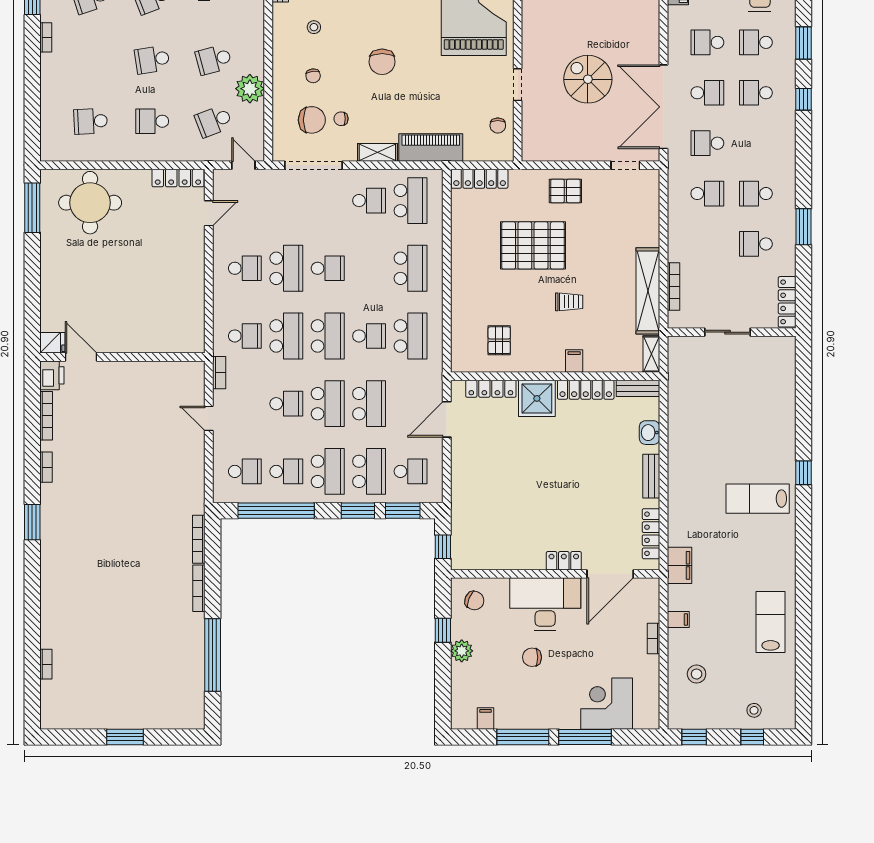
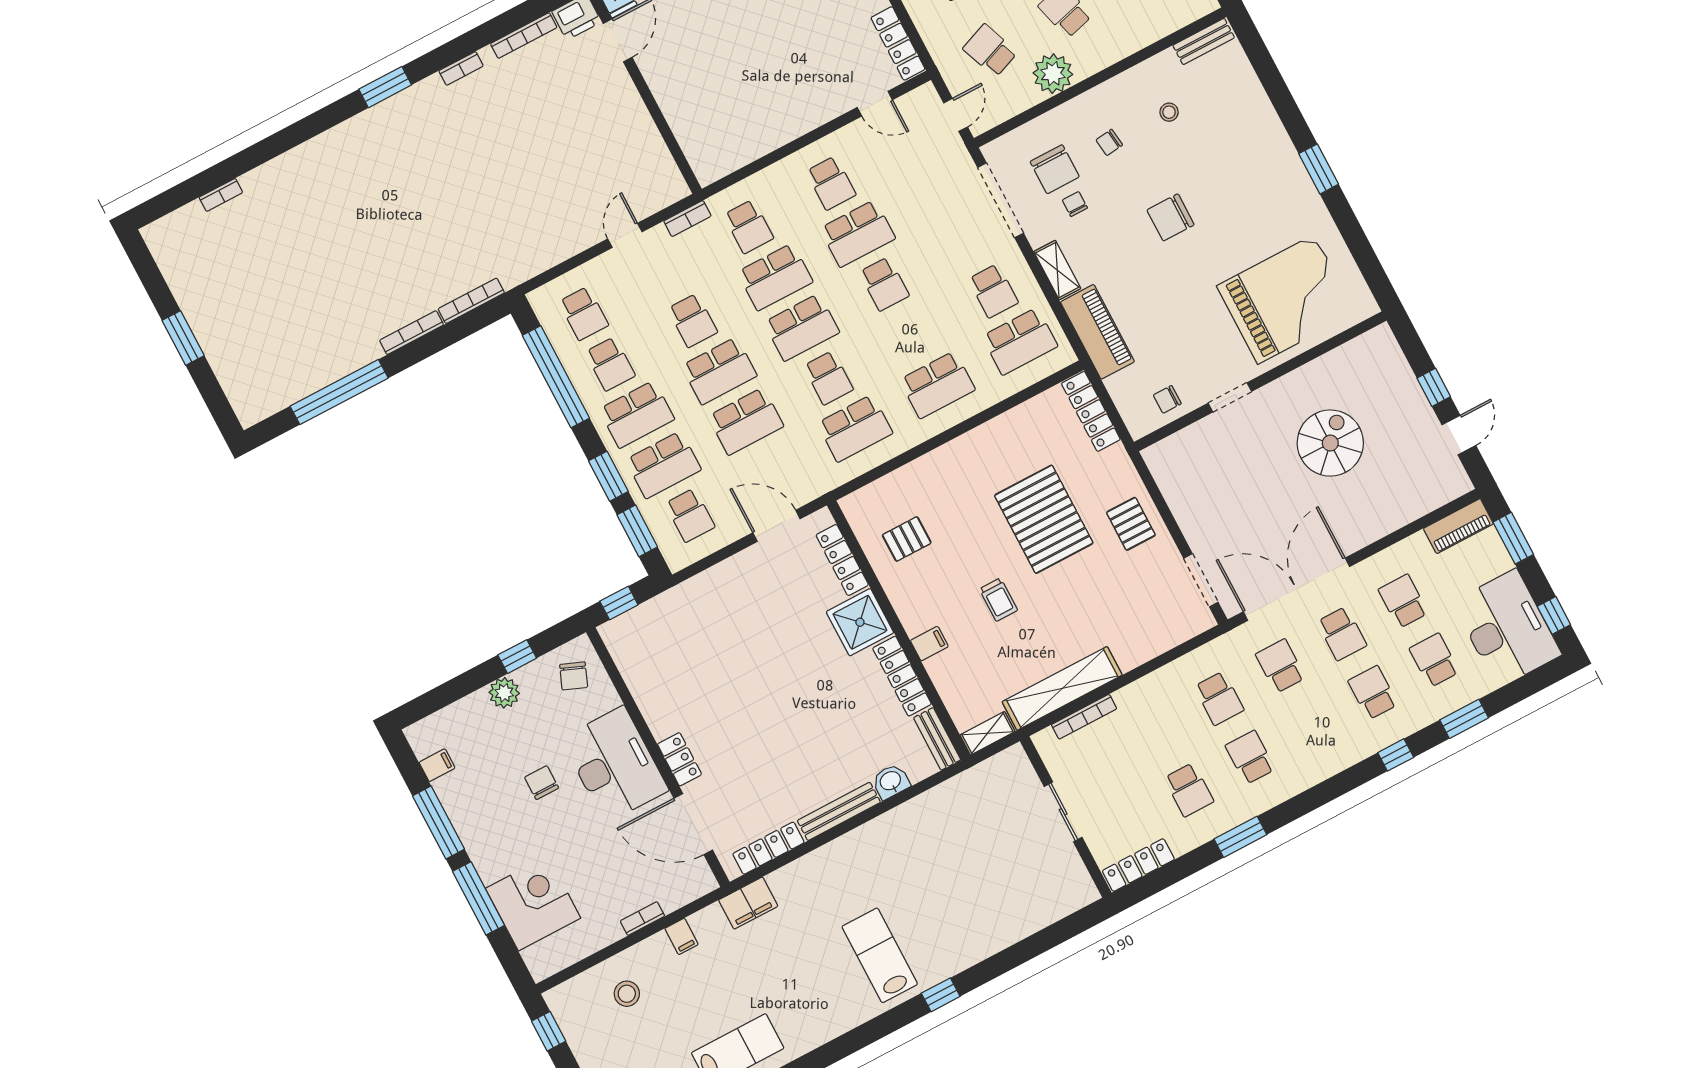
spiral stairs: (588, 79) -> (1330, 443), moved
doorway: (625, 165) -> (1201, 580), width x1.38
school desk: (756, 244) -> (1189, 790), turned 180
bench: (651, 476) -> (839, 811), width x1.36

